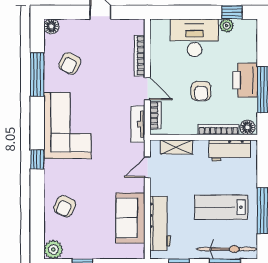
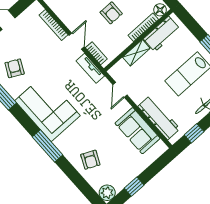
armchair: (70, 63) -> (15, 68), turned 180
door: (147, 89) -> (77, 41), hinge flipped
shelving: (176, 147) -> (136, 53), moved
window: (37, 159) -> (47, 146), width x2.17

